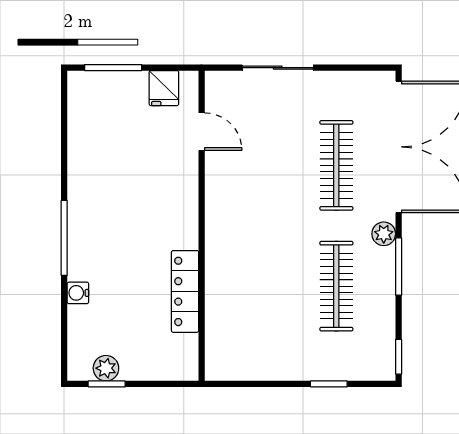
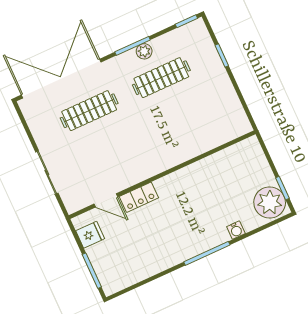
door: (202, 132) -> (106, 200), swing flipped
plant: (384, 234) -> (144, 51), moved
locker: (185, 291) -> (139, 197), moved, width x0.66
plant: (106, 368) -> (270, 202), width x1.87, depth x1.87

